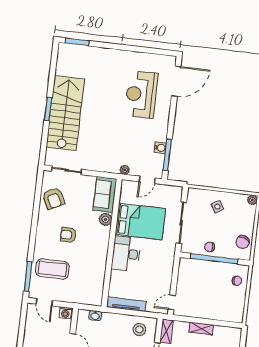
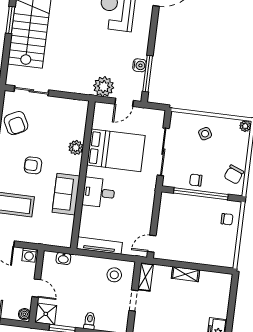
plant: (125, 170) -> (104, 87), width x1.88, depth x1.88
sofa: (105, 195) -> (66, 194), moved
desk: (126, 254) -> (99, 193), width x0.73

